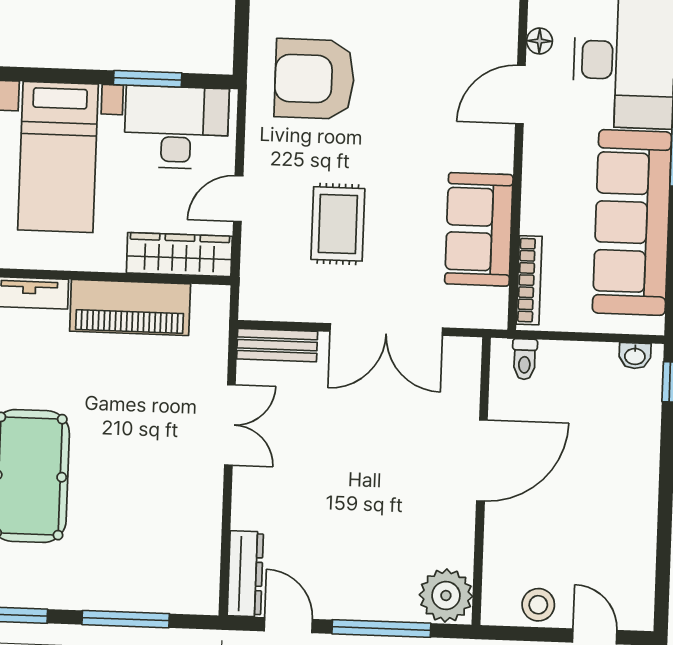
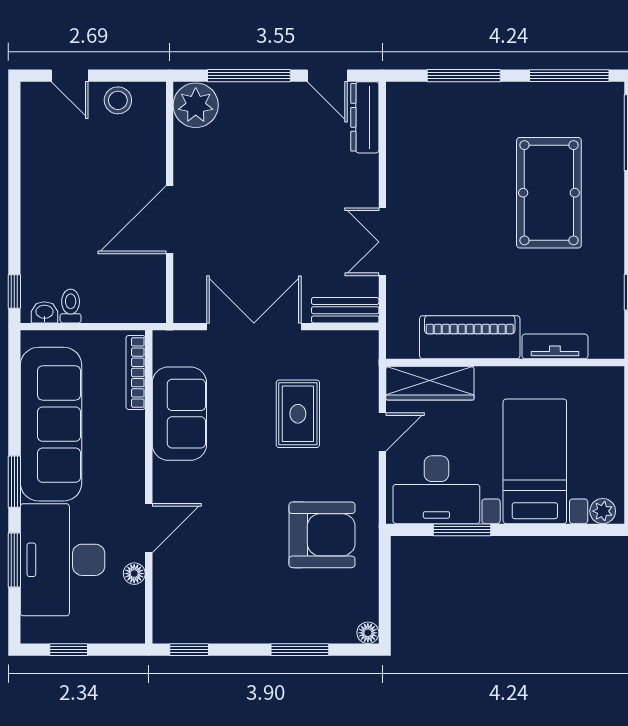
toilet: (525, 359) -> (71, 306), moved

